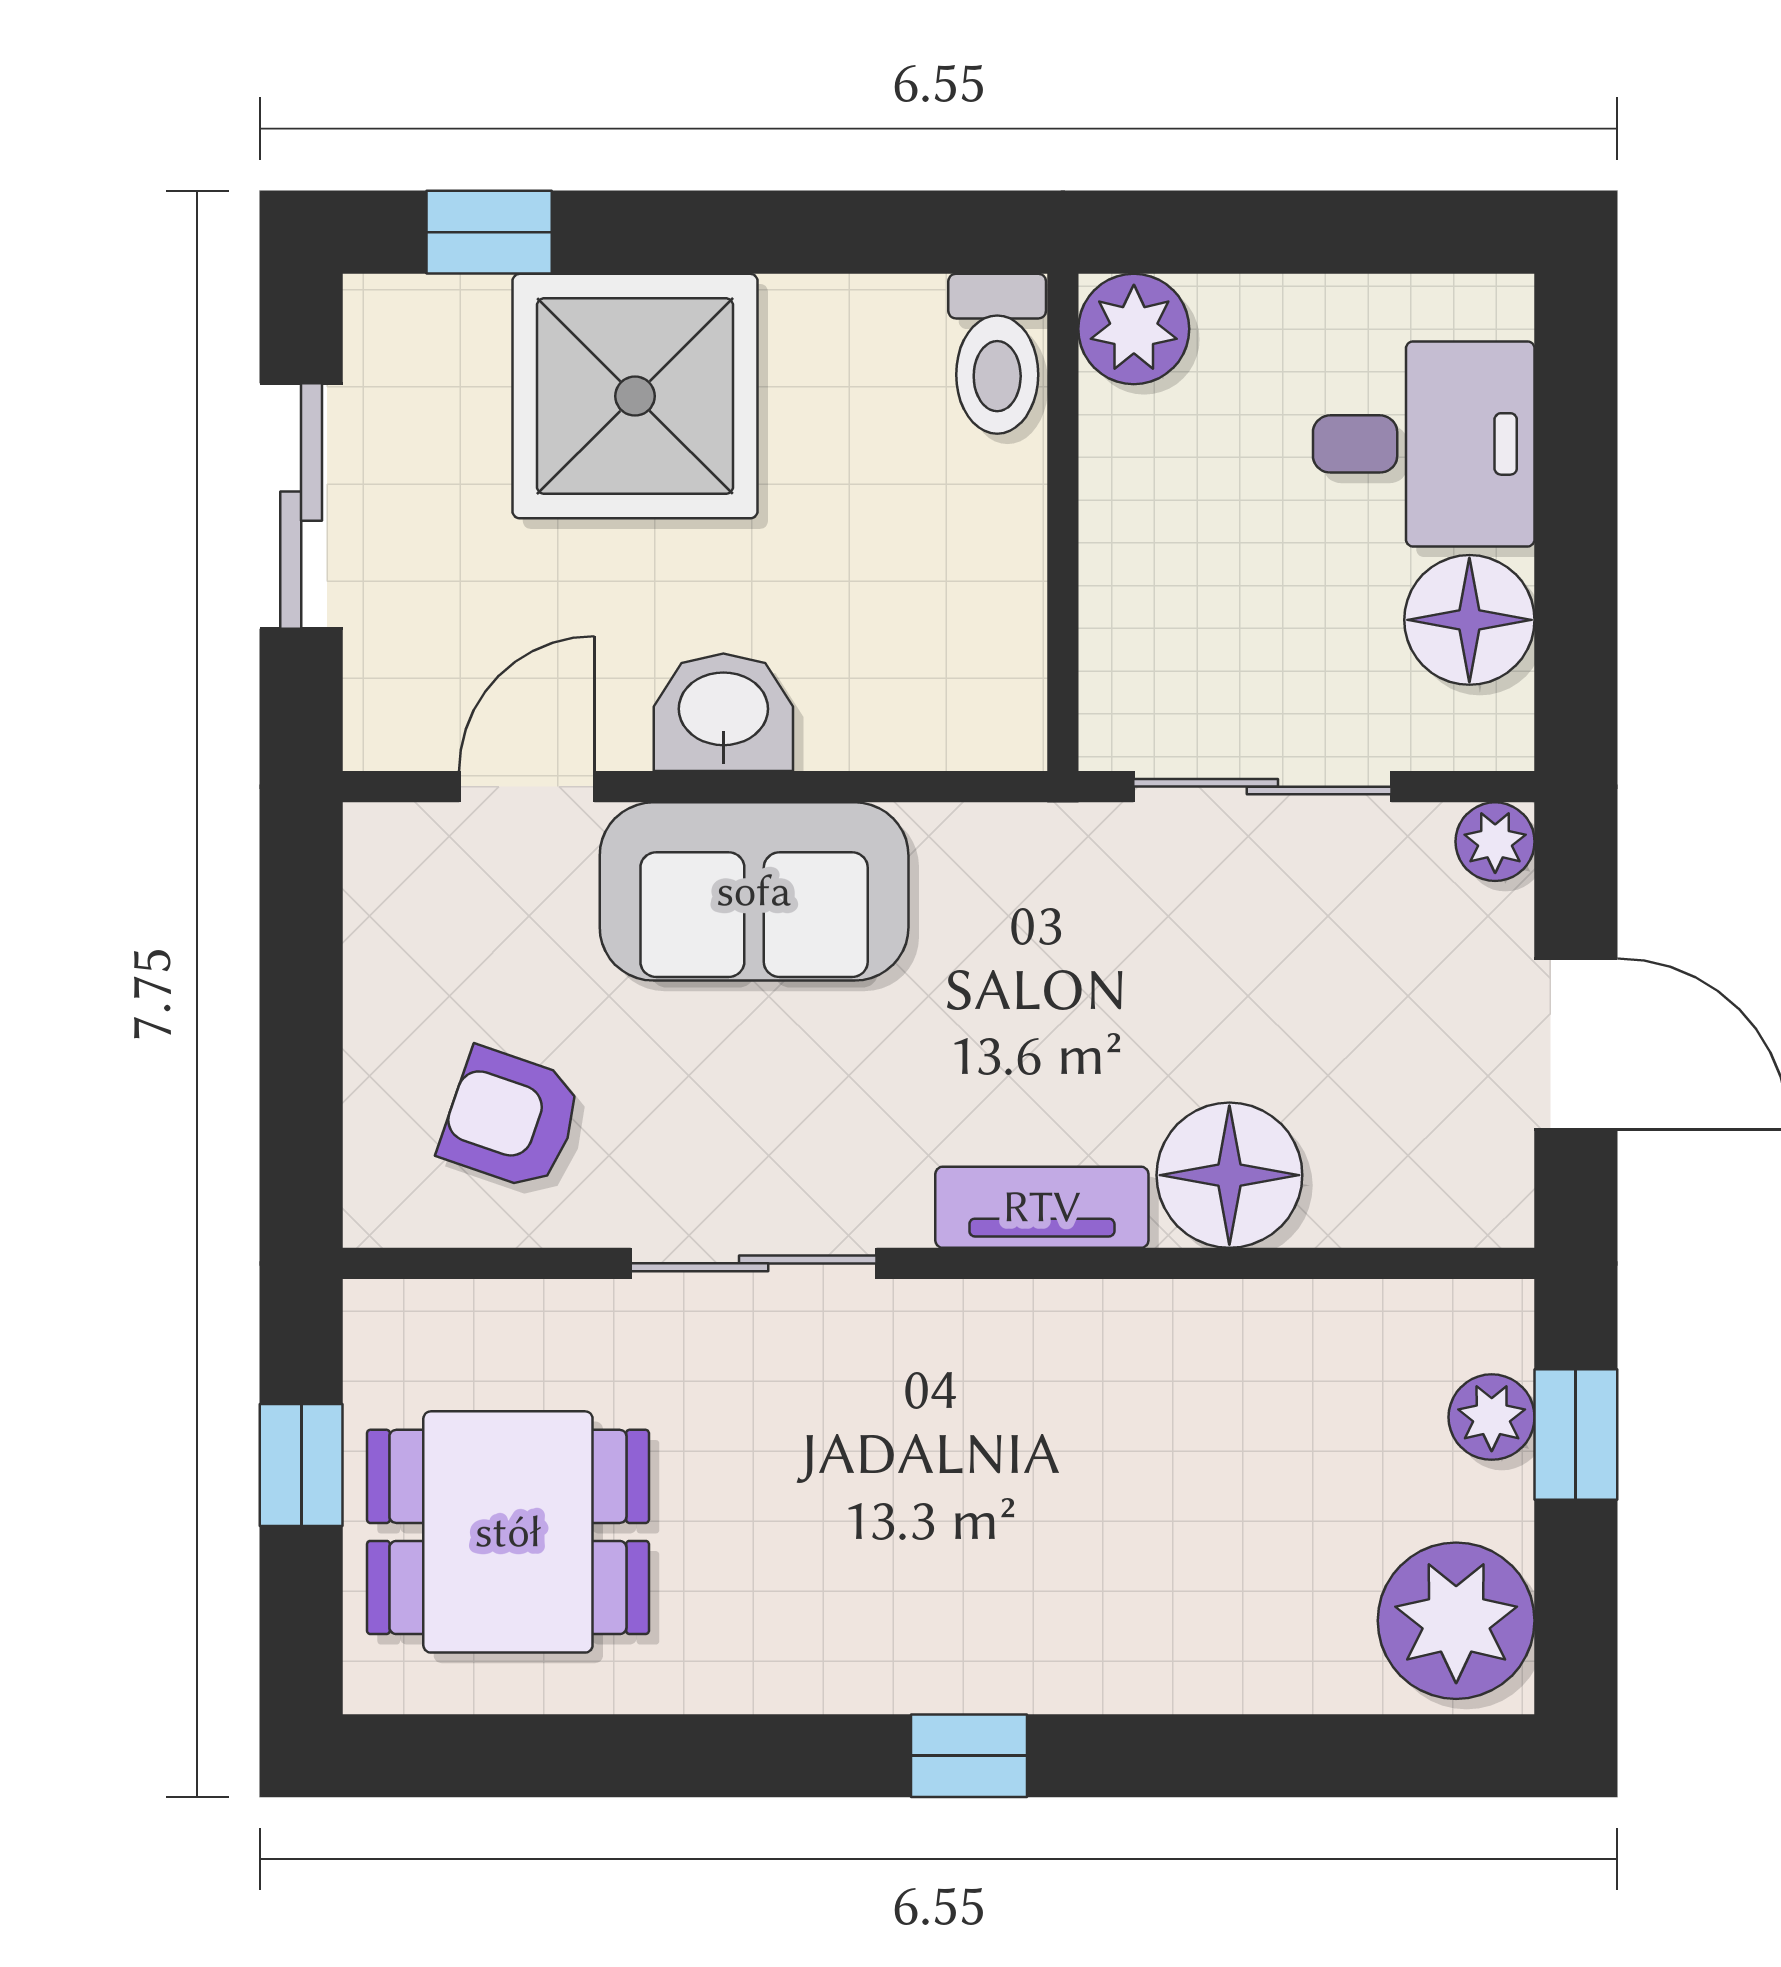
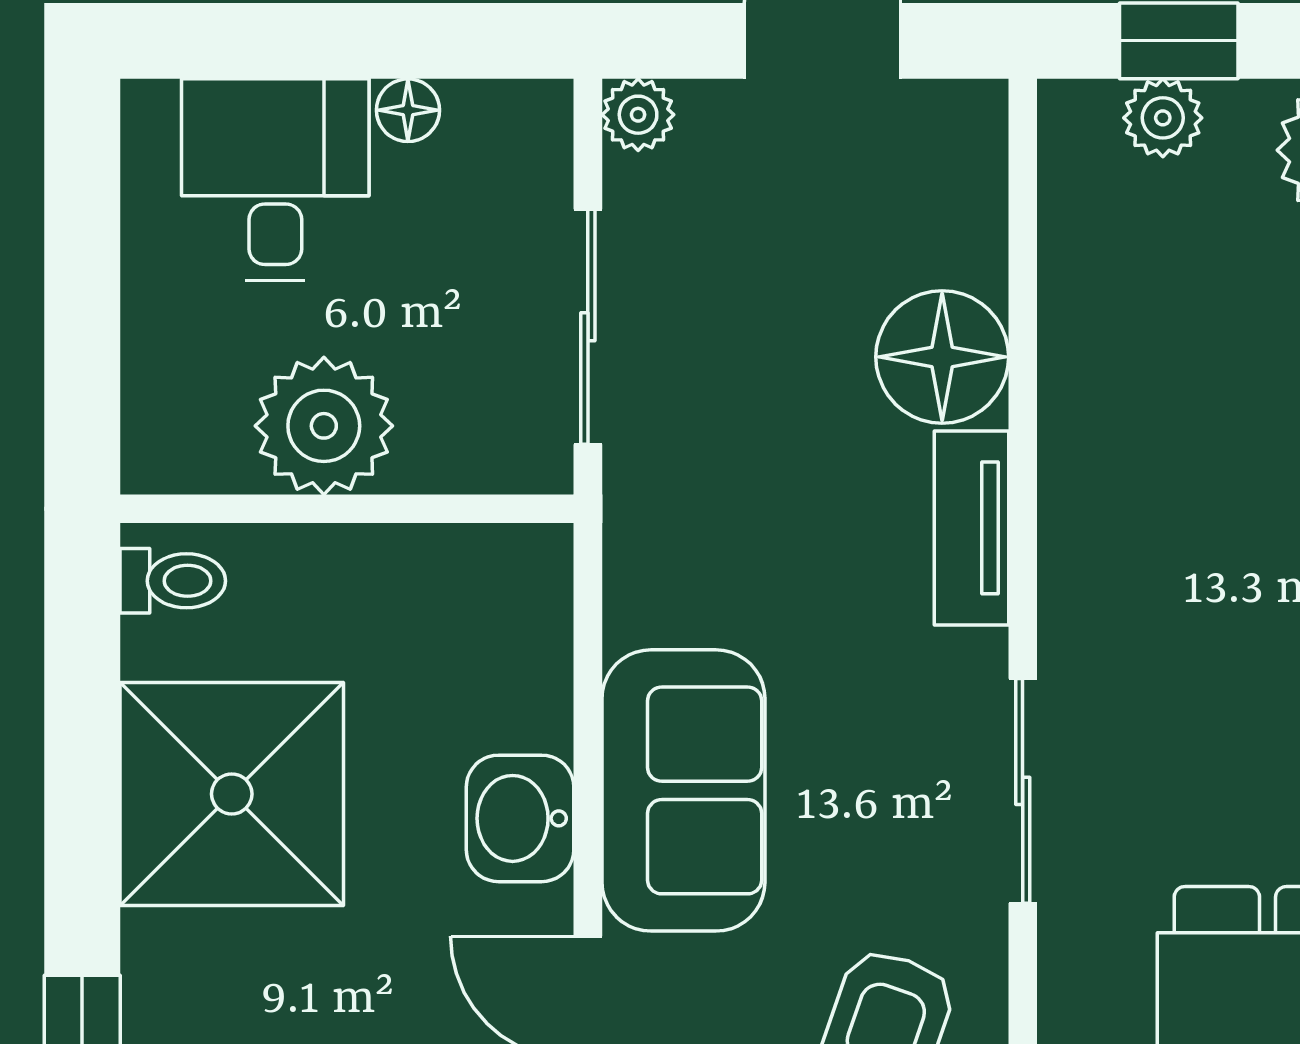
plant: (1134, 329) -> (324, 426), moved, width x1.36, depth x1.36
toilet: (997, 354) -> (173, 581), width x0.73, depth x0.72
shower: (635, 396) -> (232, 794), moved
floor lamp: (1469, 620) -> (408, 110), width x0.53, depth x0.53

